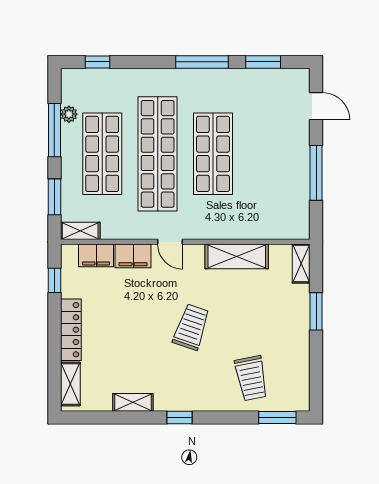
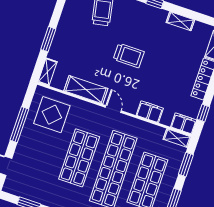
display table: (274, 203) -> (52, 115), added
door: (170, 242) -> (113, 109), moved
filing cabinet: (96, 255) -> (184, 123), moved
trolley: (191, 327) -> (129, 56), turned -109

